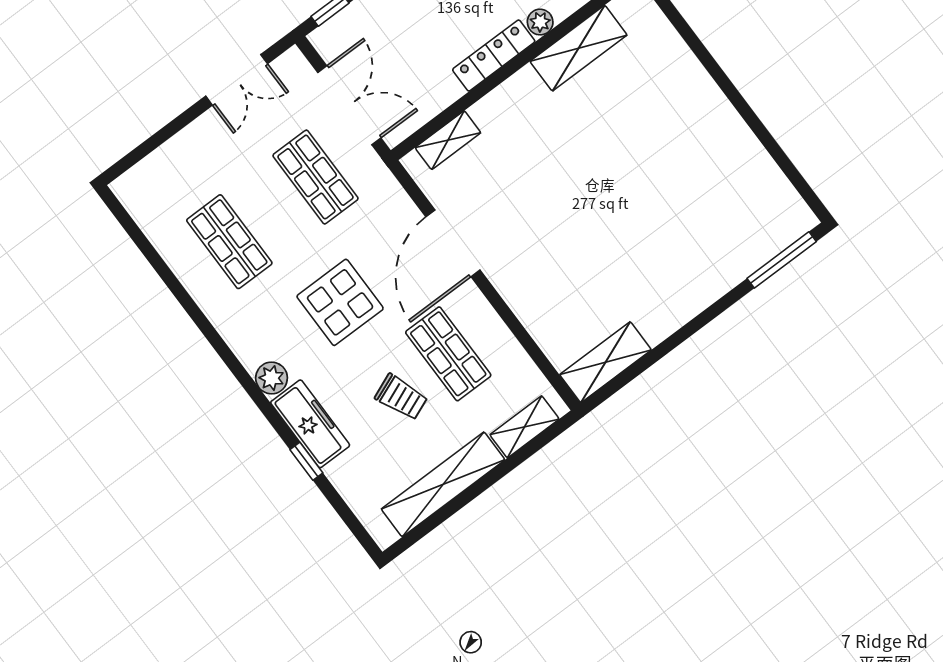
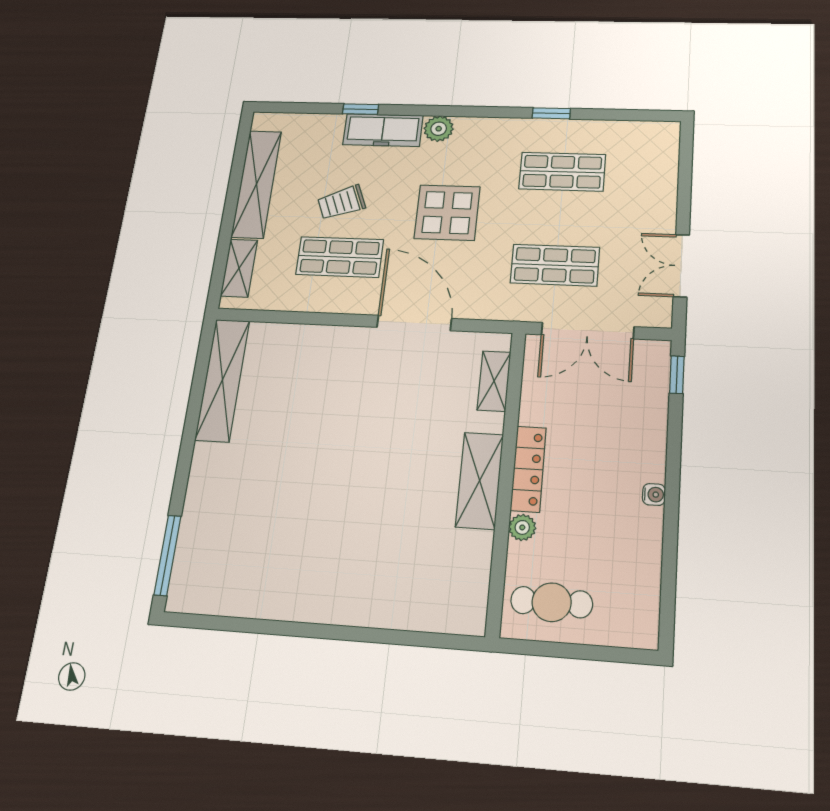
shelving: (579, 48) -> (480, 480), moved
window: (183, 297) -> (551, 113), added
shelving: (606, 362) -> (223, 380), width x1.47

